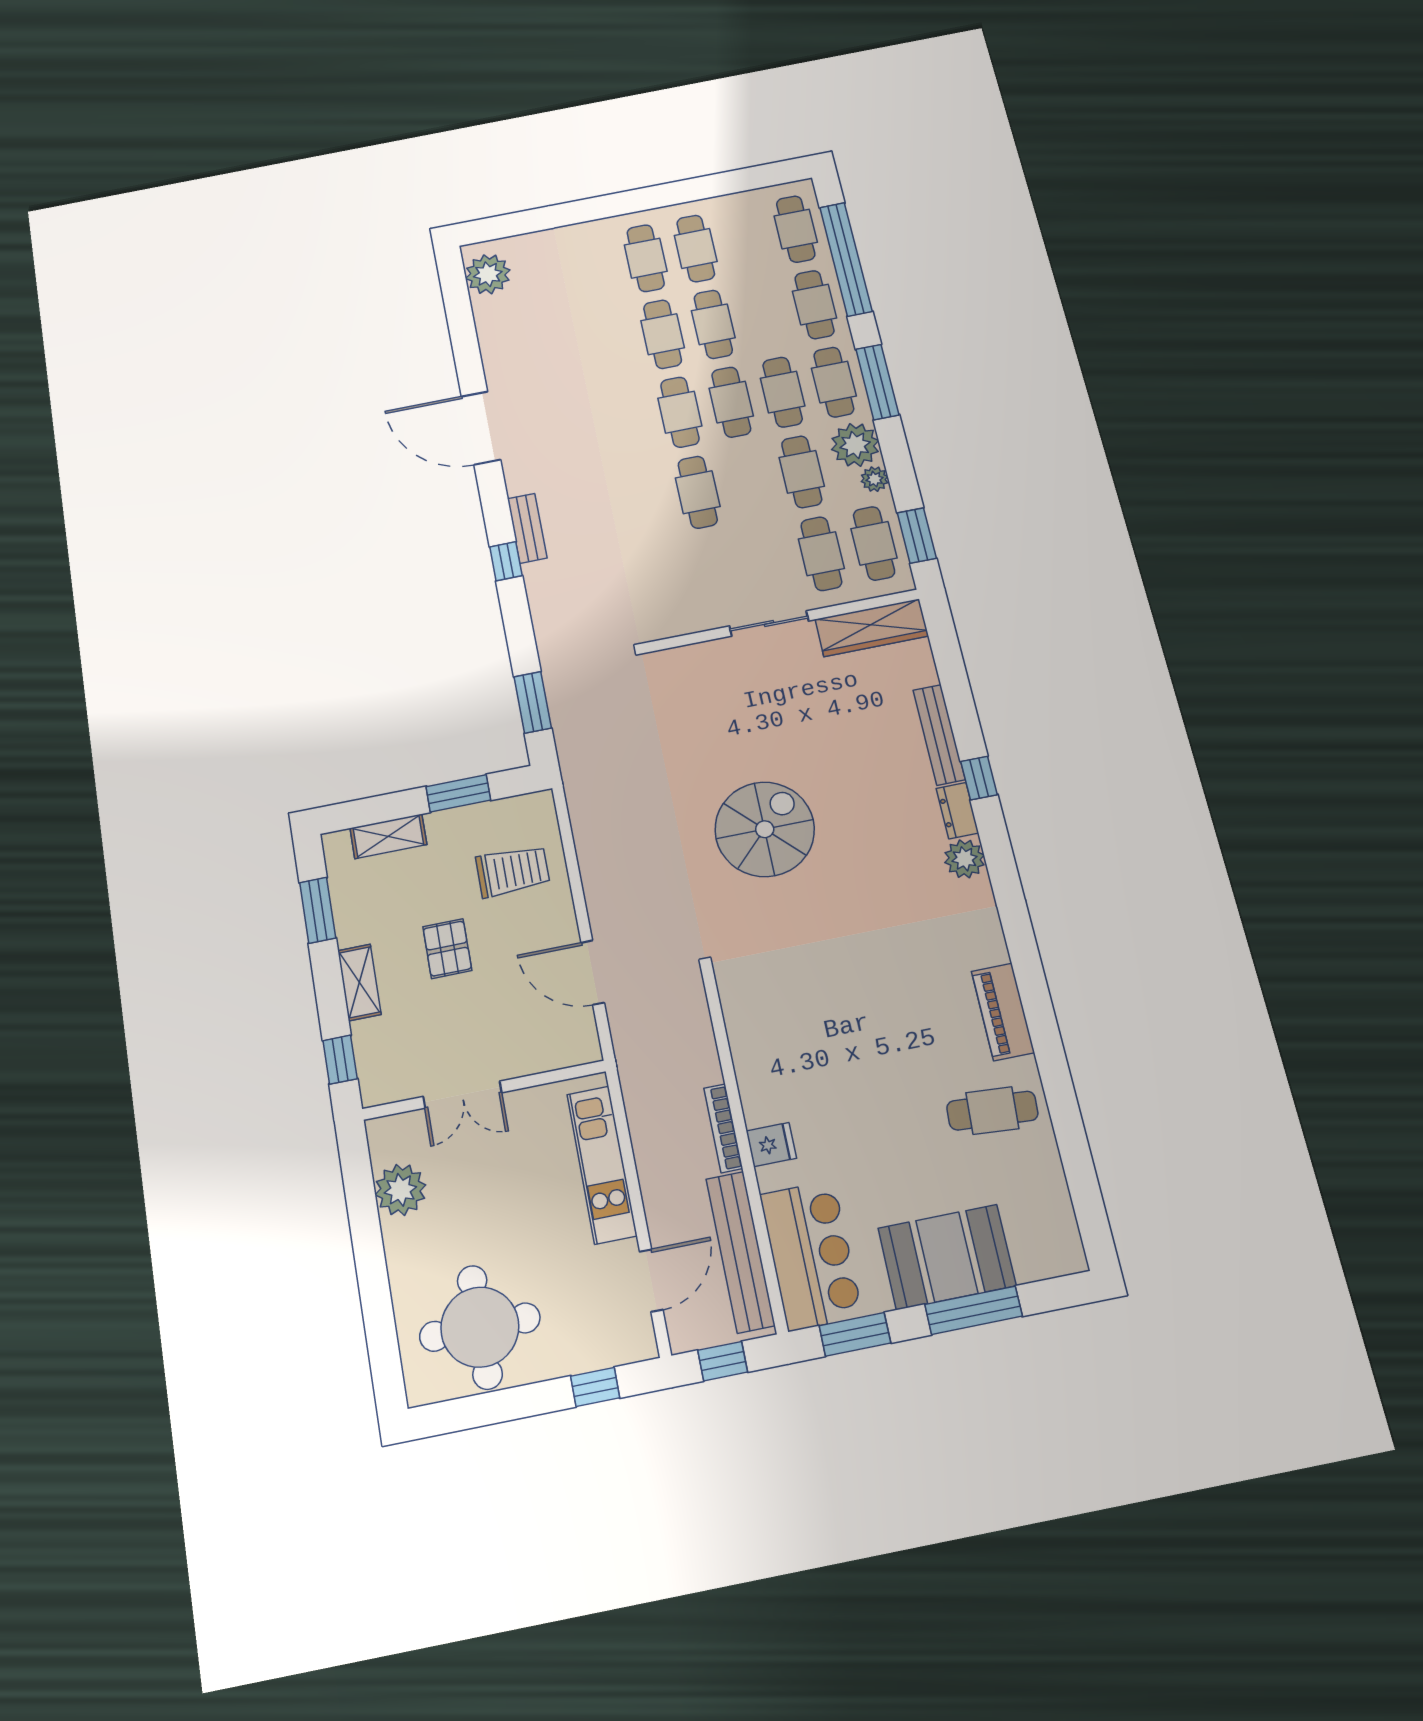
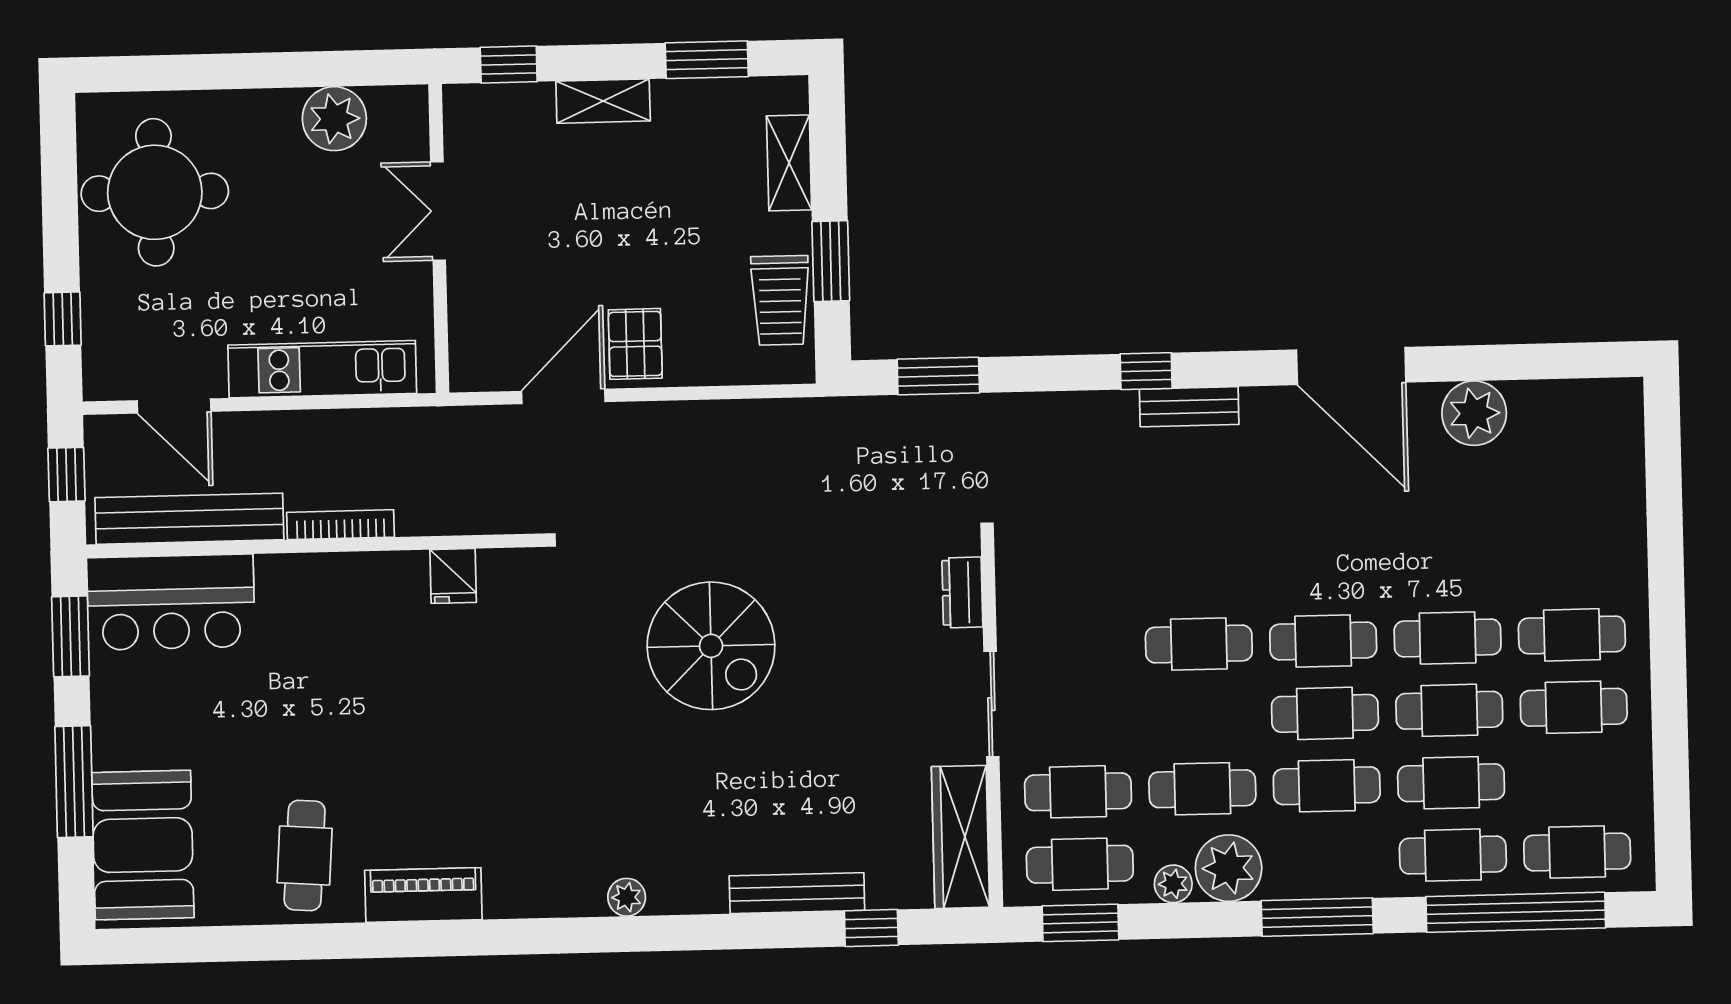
plant: (488, 274) -> (1474, 413), moved
cafe table: (834, 382) -> (1451, 783), moved
door: (481, 428) -> (1351, 366), swing flipped
window: (979, 778) -> (871, 928), moved
dresser: (957, 811) -> (962, 592), moved, turned -90
plant: (965, 859) -> (627, 897), width x0.73, depth x0.73
trolley: (513, 871) -> (780, 300), moved
pallet: (447, 949) -> (635, 344), moved, turned 90
fridge: (771, 1145) -> (453, 576), moved
booth: (947, 1257) -> (143, 845), moved

